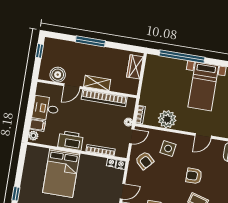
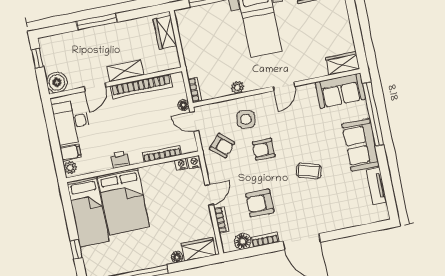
boiler: (58, 75) -> (57, 82), moved
desk: (46, 108) -> (71, 122), width x1.37
plant: (167, 119) -> (237, 87), width x0.53, depth x0.53
door: (132, 136) -> (194, 121), swing flipped
printer: (71, 140) -> (120, 159), width x0.53, depth x0.68
bed: (34, 171) -> (88, 212), added
armchair: (194, 176) -> (264, 149), moved

